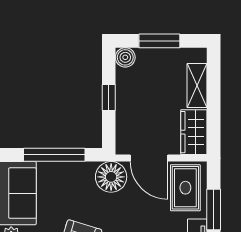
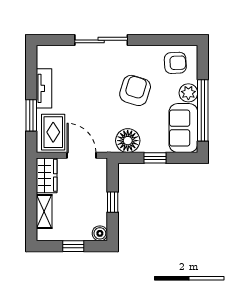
window: (159, 41) -> (73, 246), width x0.67
window: (54, 155) -> (155, 158), width x0.46
floor lamp: (111, 177) -> (128, 141), moved

